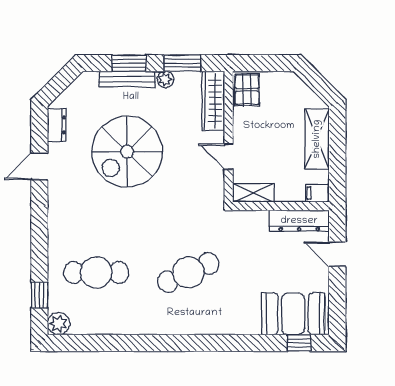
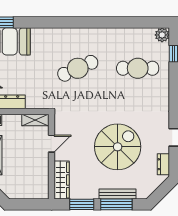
window: (129, 63) -> (116, 204), width x1.44
plant: (165, 80) -> (93, 194), removed
pallet: (247, 90) -> (40, 187), removed
door: (229, 157) -> (52, 144), hinge flipped

